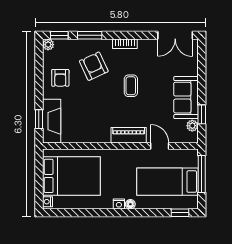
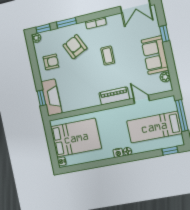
armchair: (60, 78) -> (51, 62), turned -90
window: (202, 114) -> (164, 34), moved

